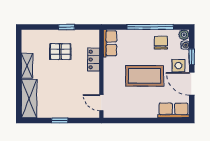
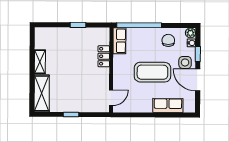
window: (150, 27) -> (139, 25), moved
pallet: (60, 52) -> (72, 48), removed
door: (101, 103) -> (111, 98), swing flipped
row of seats: (173, 110) -> (168, 105), moved

